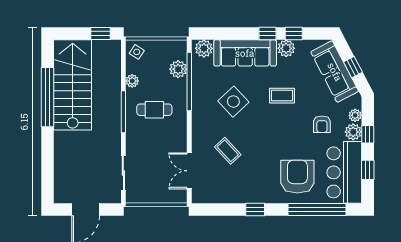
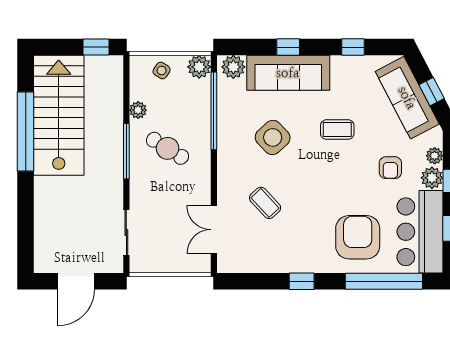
window: (268, 34) -> (288, 47), moved
plant: (286, 48) -> (343, 67), removed
side table: (137, 52) -> (162, 71), moved
plant: (178, 69) -> (199, 67), moved
cafe table: (154, 110) -> (168, 148), turned 32

